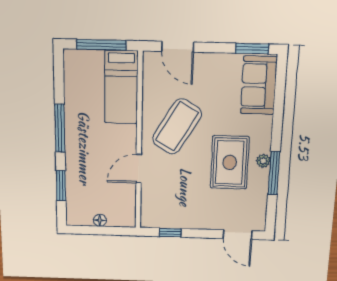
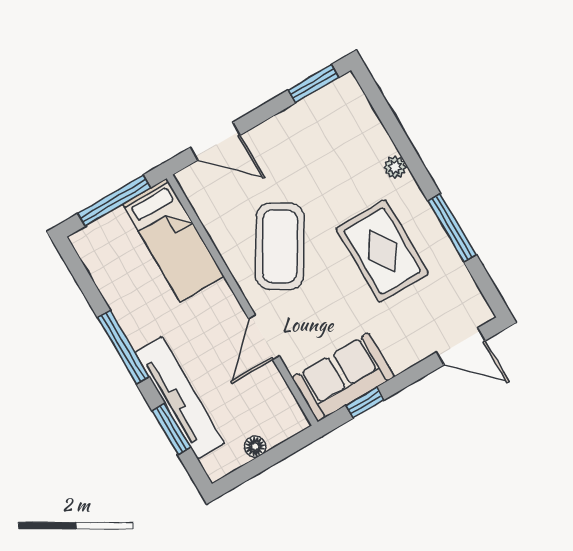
sofa: (259, 85) -> (343, 377), moved, turned 90
plant: (263, 161) -> (395, 167), moved
tv unit: (75, 173) -> (180, 398), added

